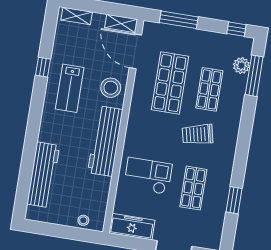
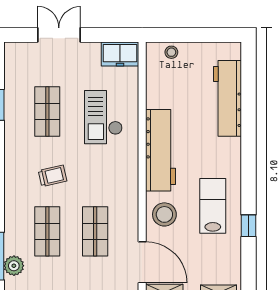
shop shelf: (170, 83) -> (95, 231), width x0.70, depth x0.74
trolley: (198, 134) -> (53, 176), width x0.73, depth x0.72
checkout: (148, 176) -> (103, 117), turned 90
freezer: (132, 227) -> (120, 54), width x0.71

